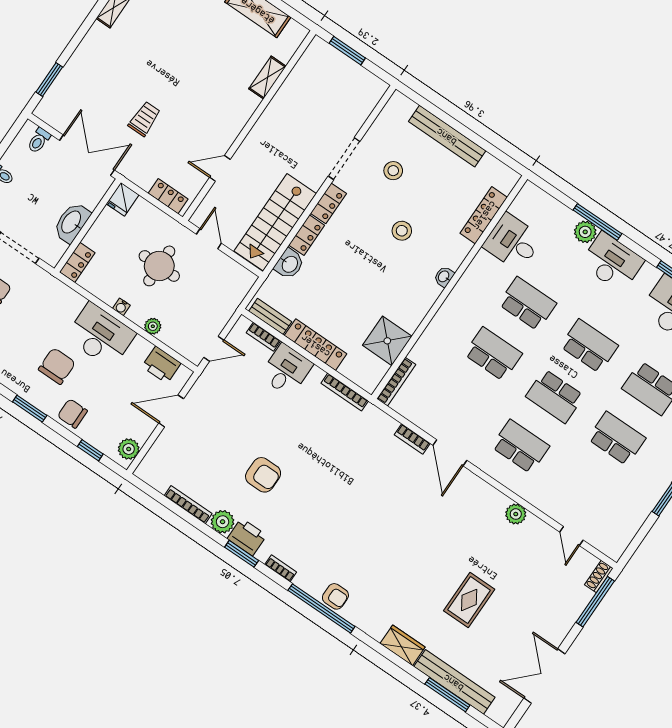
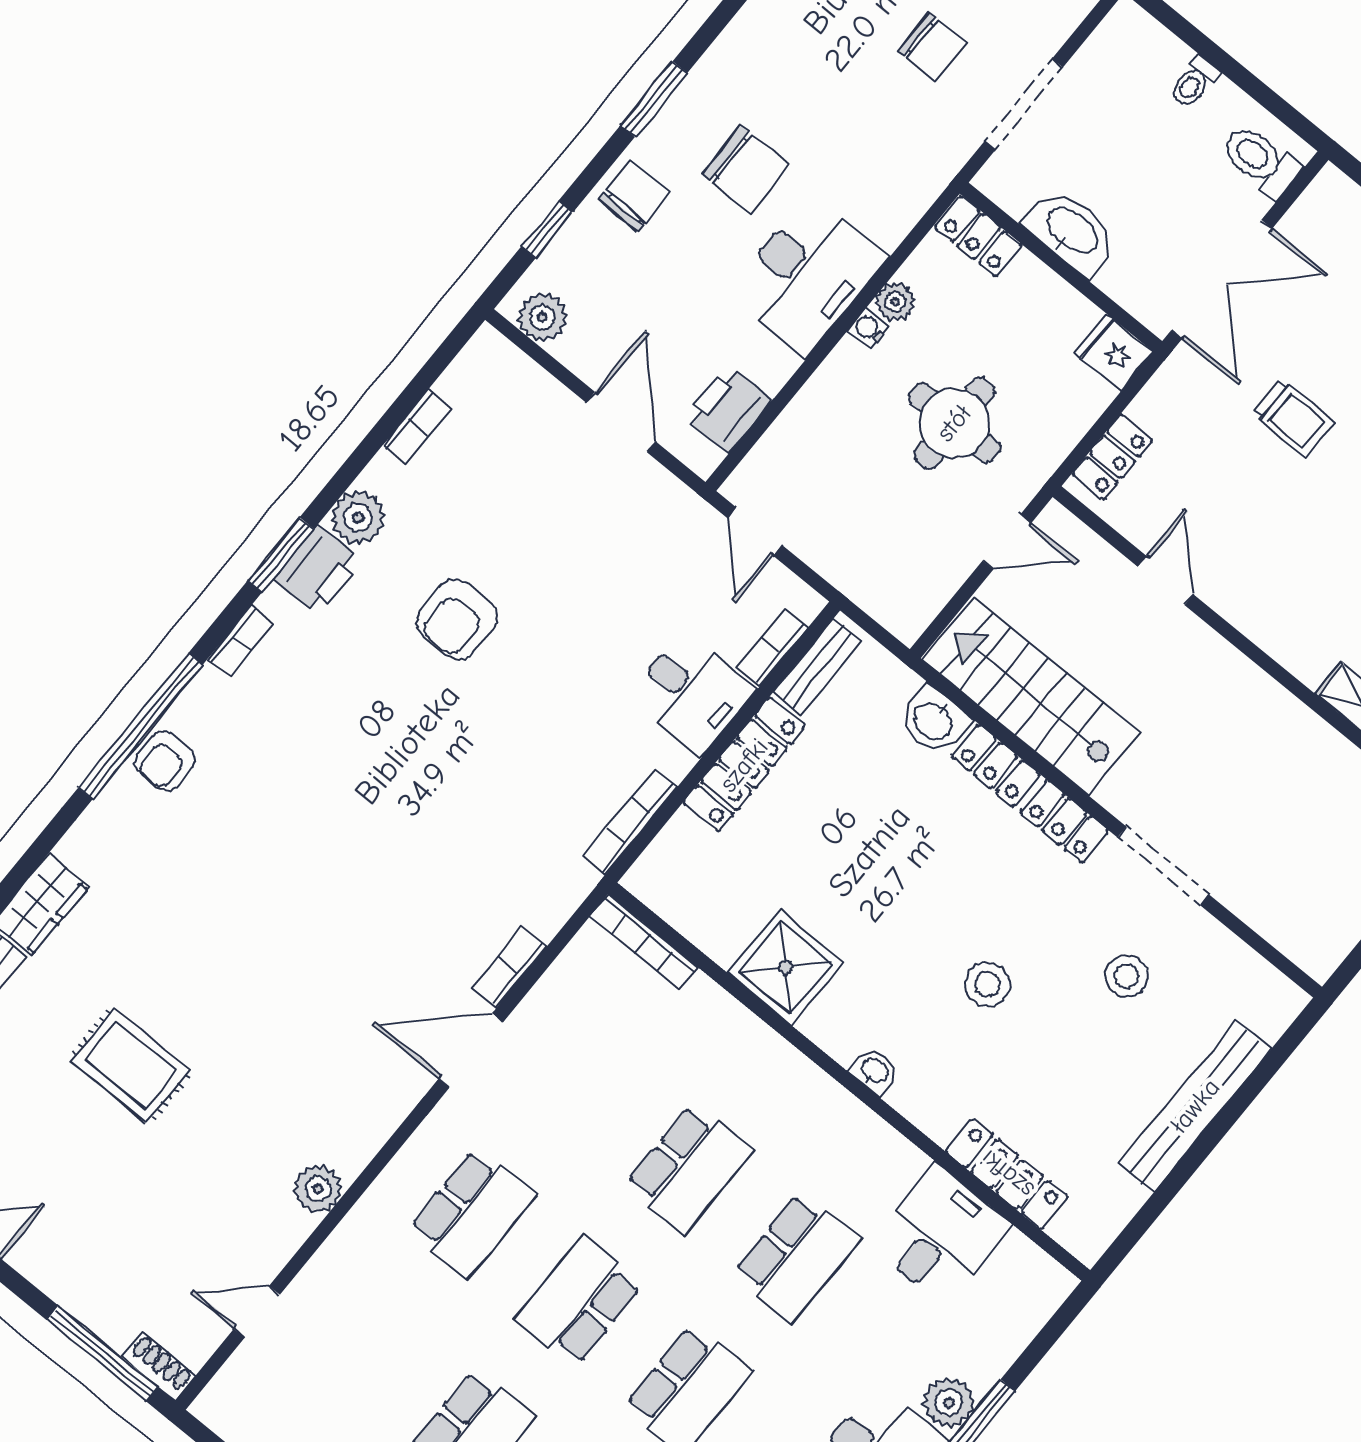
toilet: (39, 140) -> (1260, 161), width x1.37, depth x1.39
plant: (153, 326) -> (895, 302), moved
shower: (387, 341) -> (785, 967), moved
bookcase: (188, 505) -> (417, 426), width x0.64

